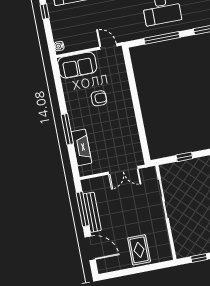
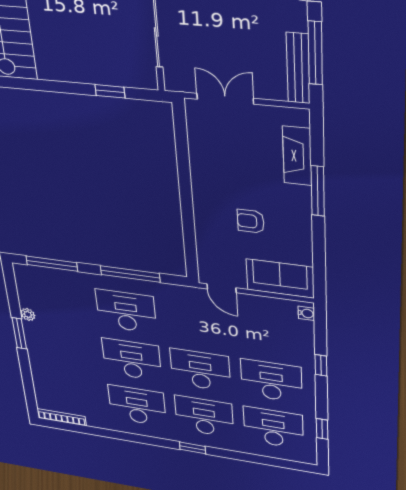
bench: (92, 212) -> (298, 68), moved

